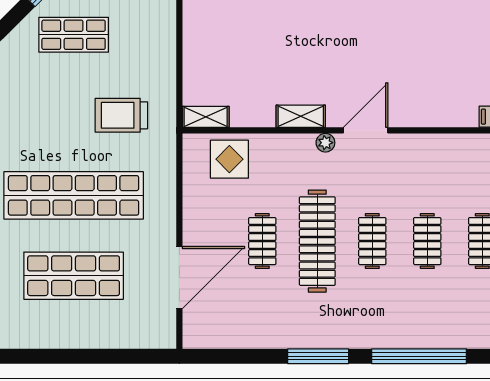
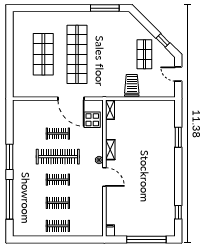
trolley: (121, 115) -> (132, 85), moved
door: (179, 277) -> (71, 99), moved

